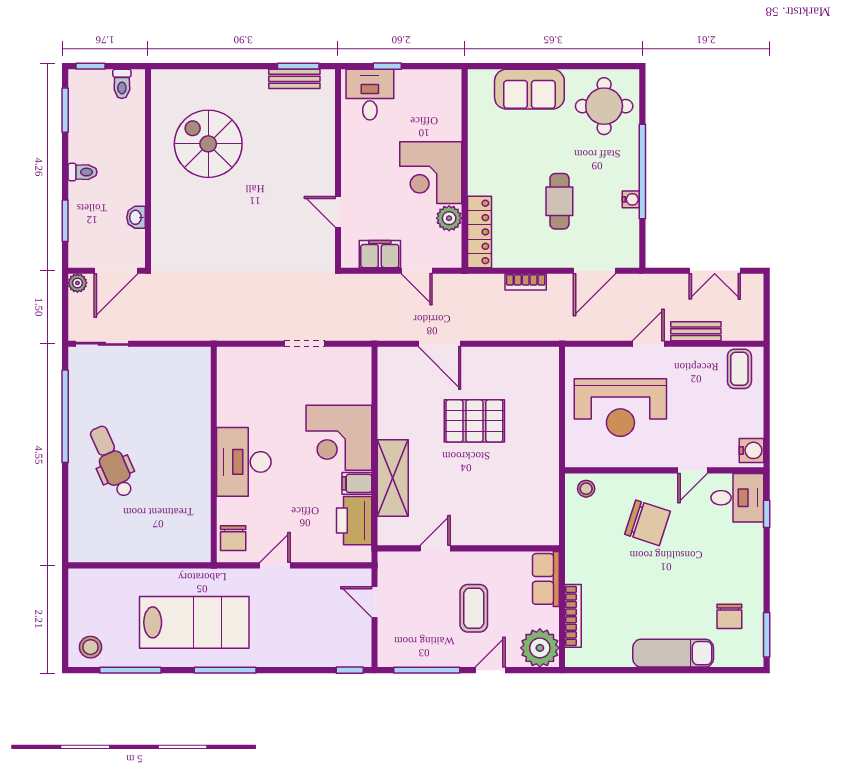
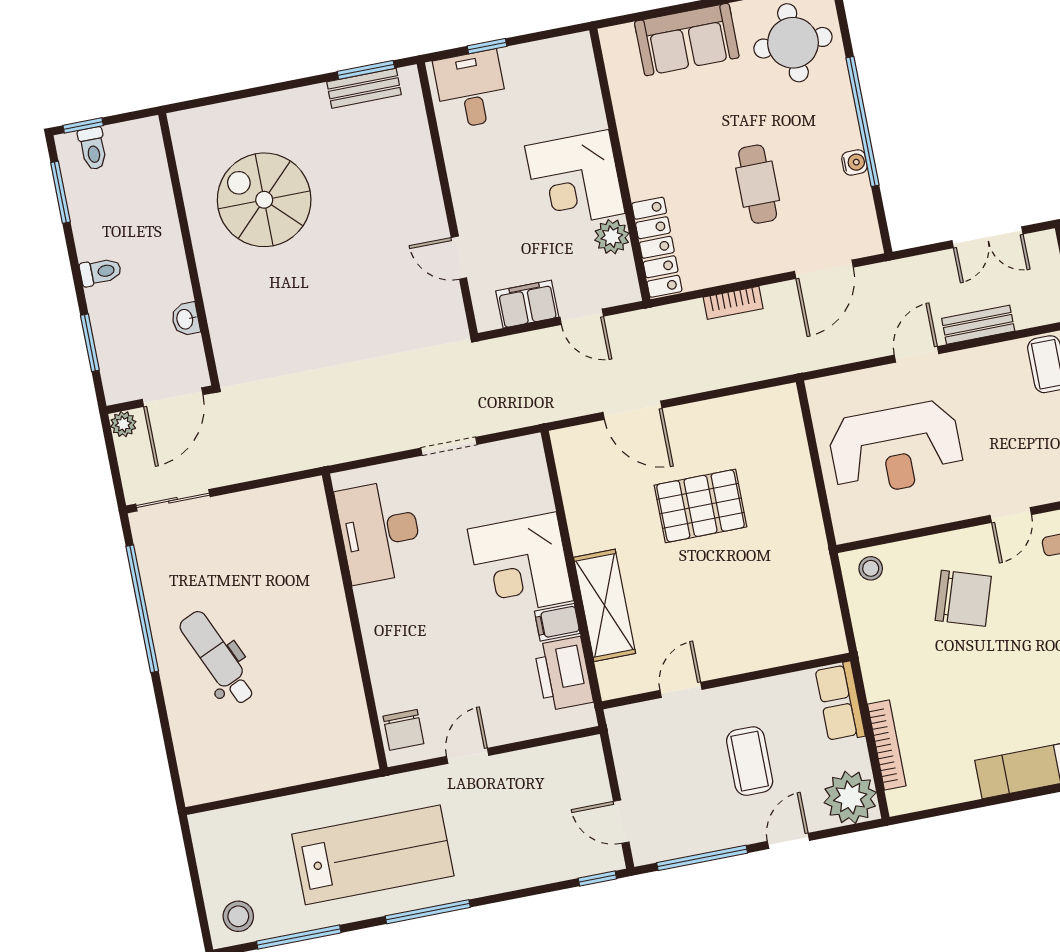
toilet: (122, 84) -> (93, 149), moved
desk: (244, 462) -> (380, 532), moved
door: (374, 602) -> (621, 822), moved

